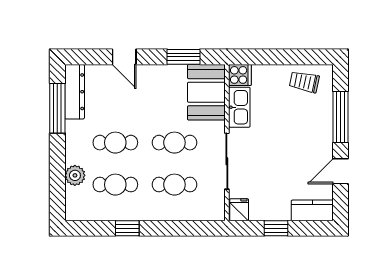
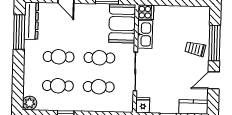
trolley: (304, 82) -> (195, 49), moved
plant: (75, 175) -> (30, 103), moved

